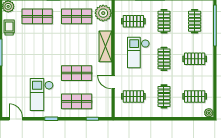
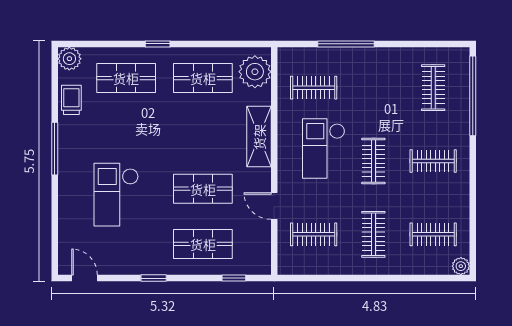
clothes rail: (164, 21) -> (373, 88), removed
checkout: (42, 95) -> (116, 195), moved

